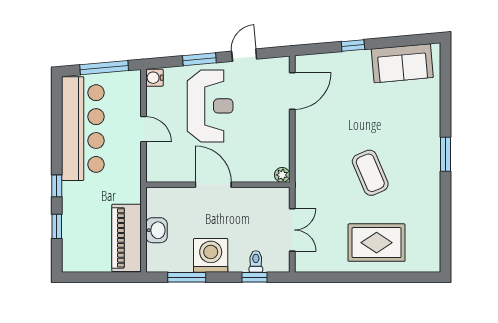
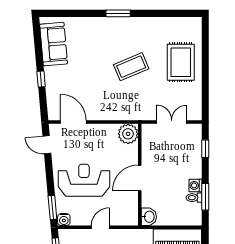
door: (244, 55) -> (47, 145), moved
window: (199, 59) -> (52, 207), moved
plant: (282, 175) -> (128, 134), width x1.88, depth x1.88
washbasin: (156, 230) -> (149, 217), moved, turned 90
washing machine: (211, 255) -> (195, 185), width x0.53, depth x0.53
toilet: (256, 261) -> (194, 198), moved

